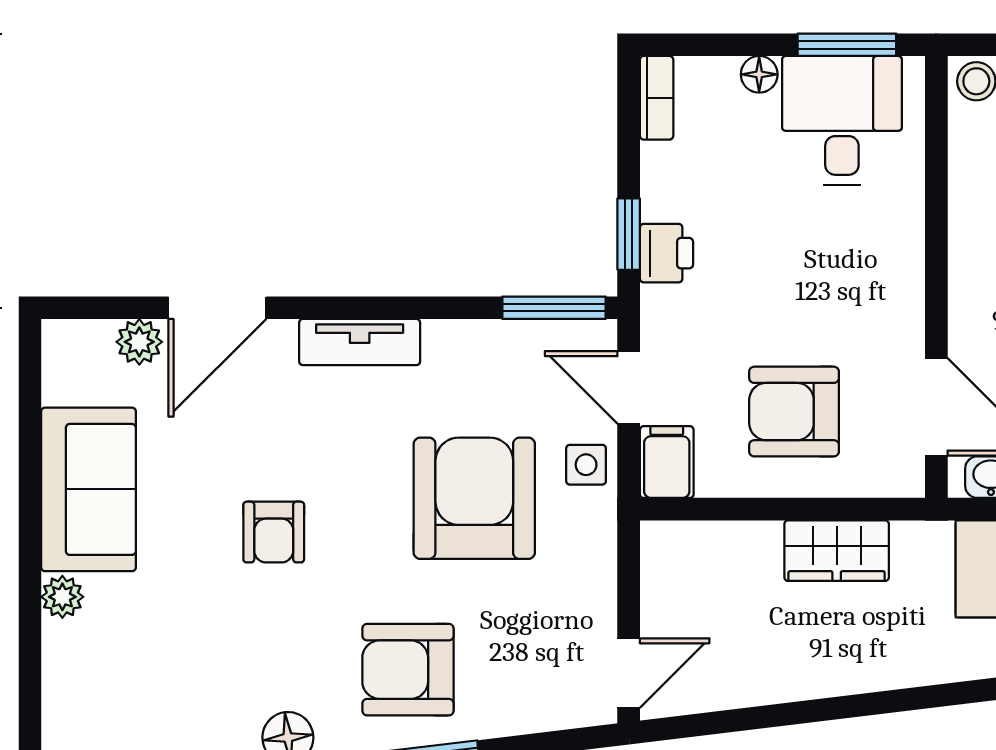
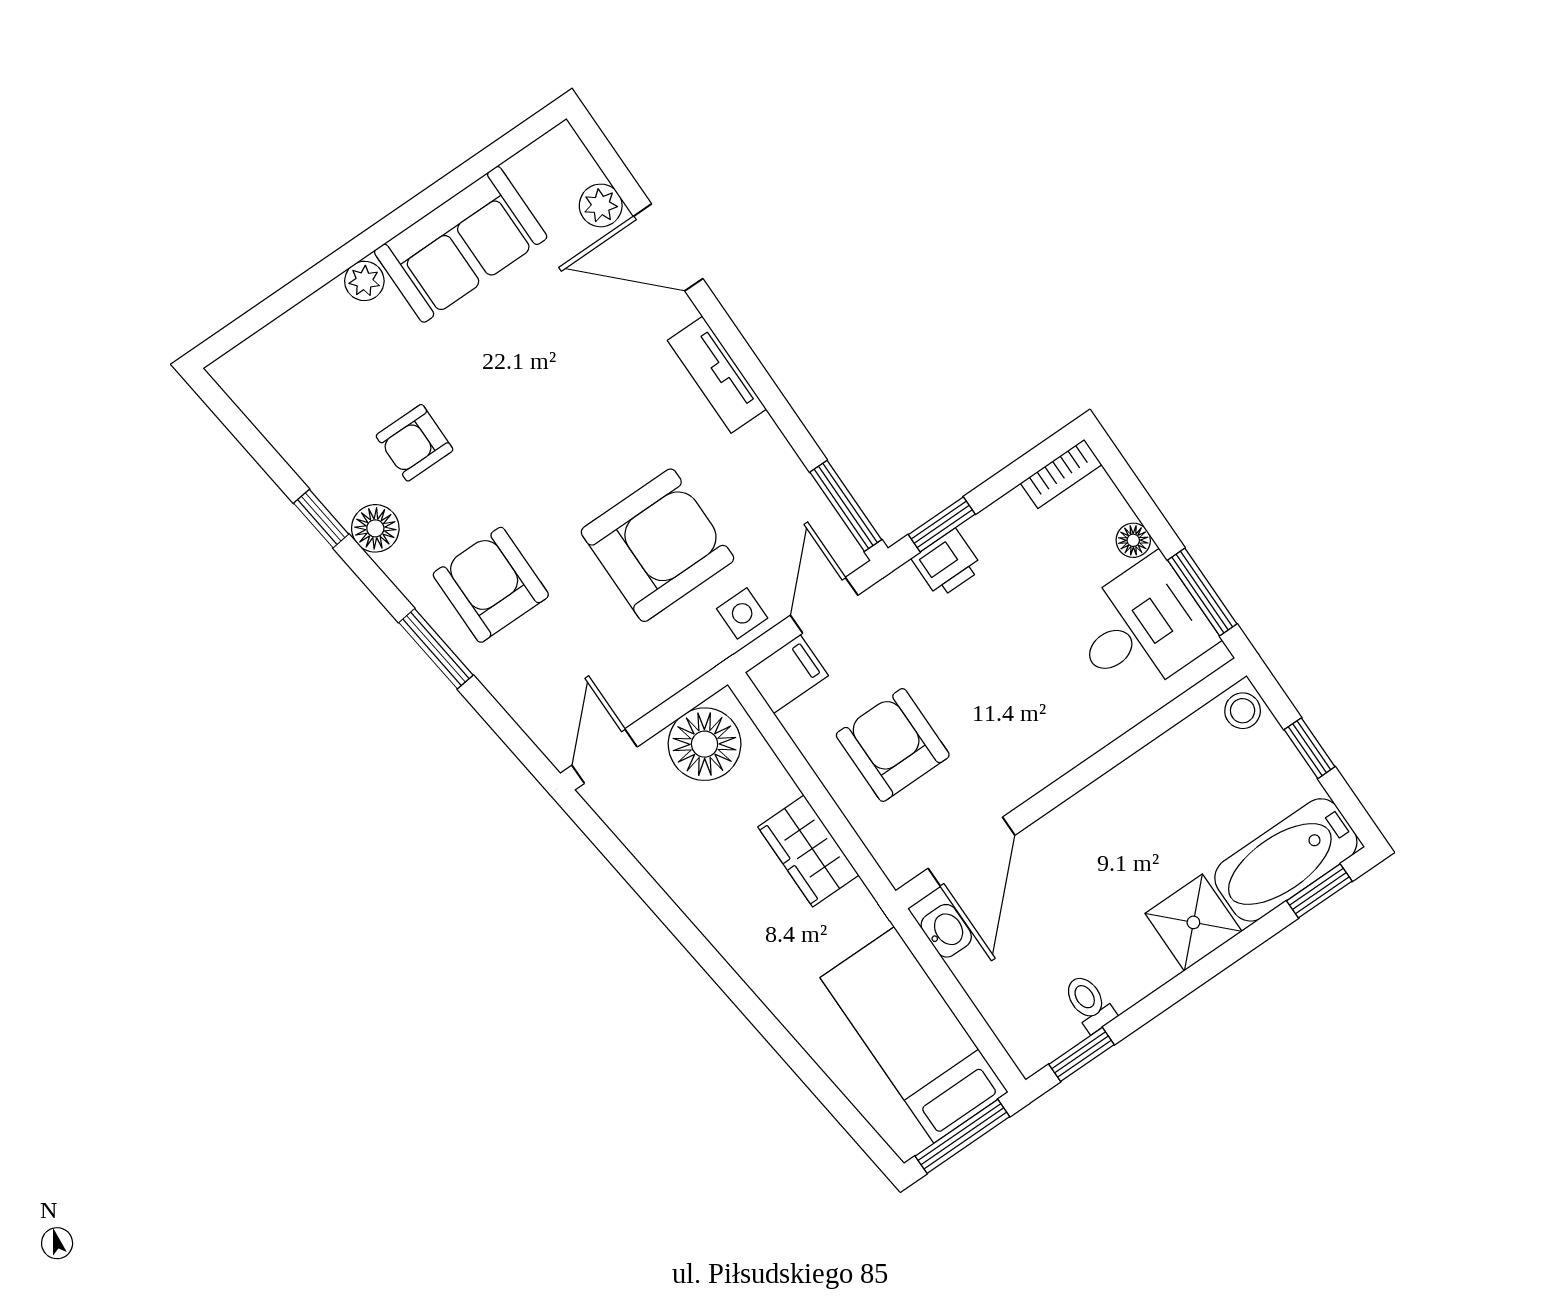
armchair: (274, 532) -> (415, 443), moved
floor lamp: (679, 577) -> (705, 744), added
door: (629, 673) -> (605, 756), swing flipped

